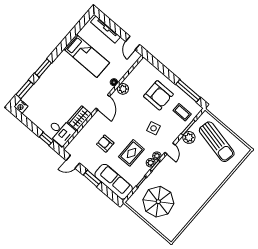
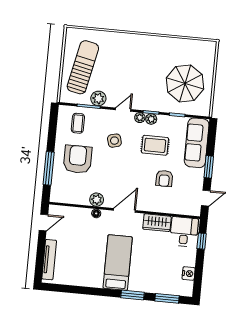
bed: (87, 56) -> (118, 263), moved
window: (188, 91) -> (49, 168), moved
nightstand: (21, 106) -> (189, 274), moved
door: (73, 162) -> (206, 198), hinge flipped

